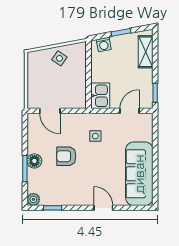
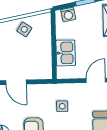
kitchen sink: (100, 96) -> (66, 53), moved

